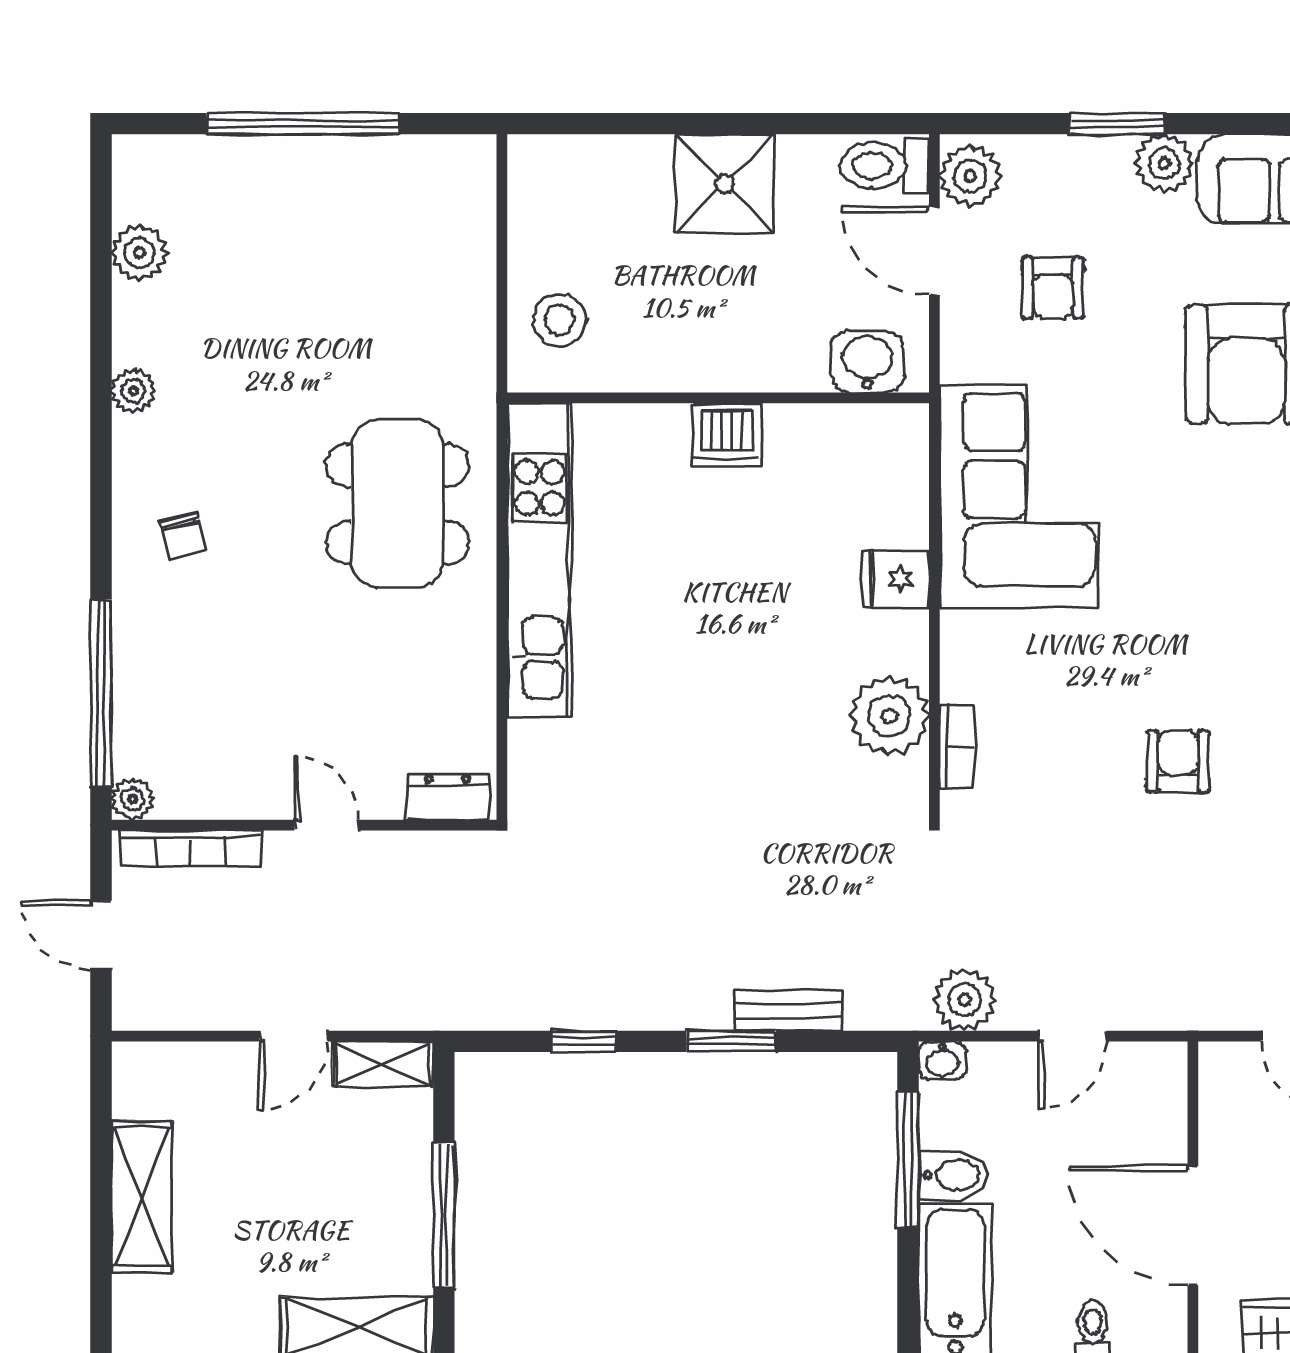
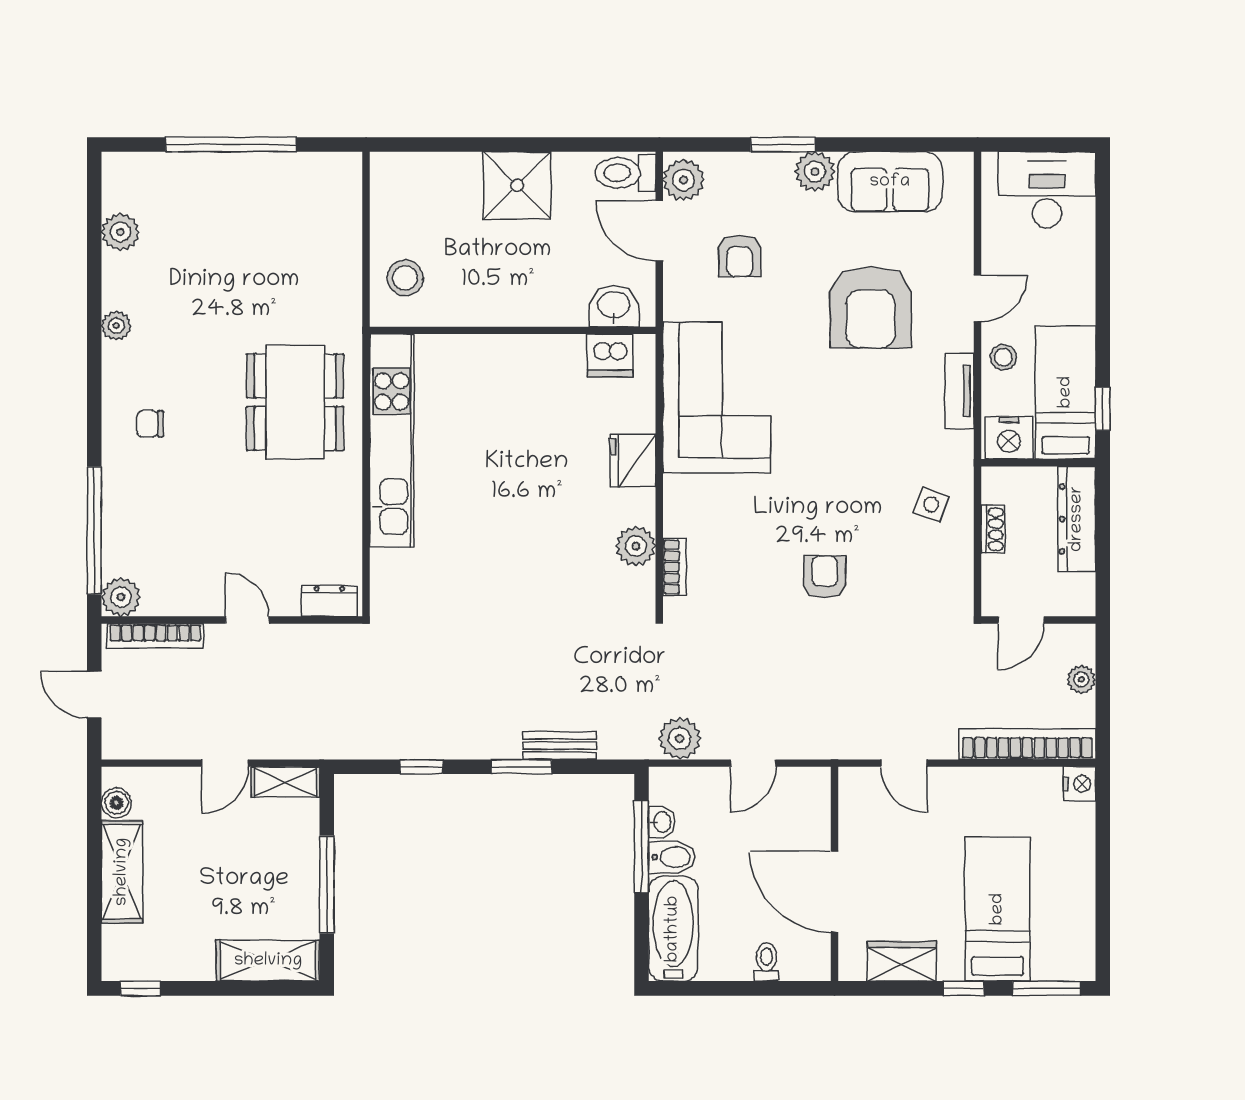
dishwasher: (727, 435) -> (610, 355), moved
chair: (183, 535) -> (150, 424), turned 105
fridge: (895, 579) -> (633, 461), width x1.38
plant: (889, 716) -> (636, 546), width x0.73, depth x0.73
plant: (132, 799) -> (121, 597), width x1.38, depth x1.38
washbasin: (942, 1061) -> (662, 822), moved, turned -90
boiler: (134, 1095) -> (116, 803), added

